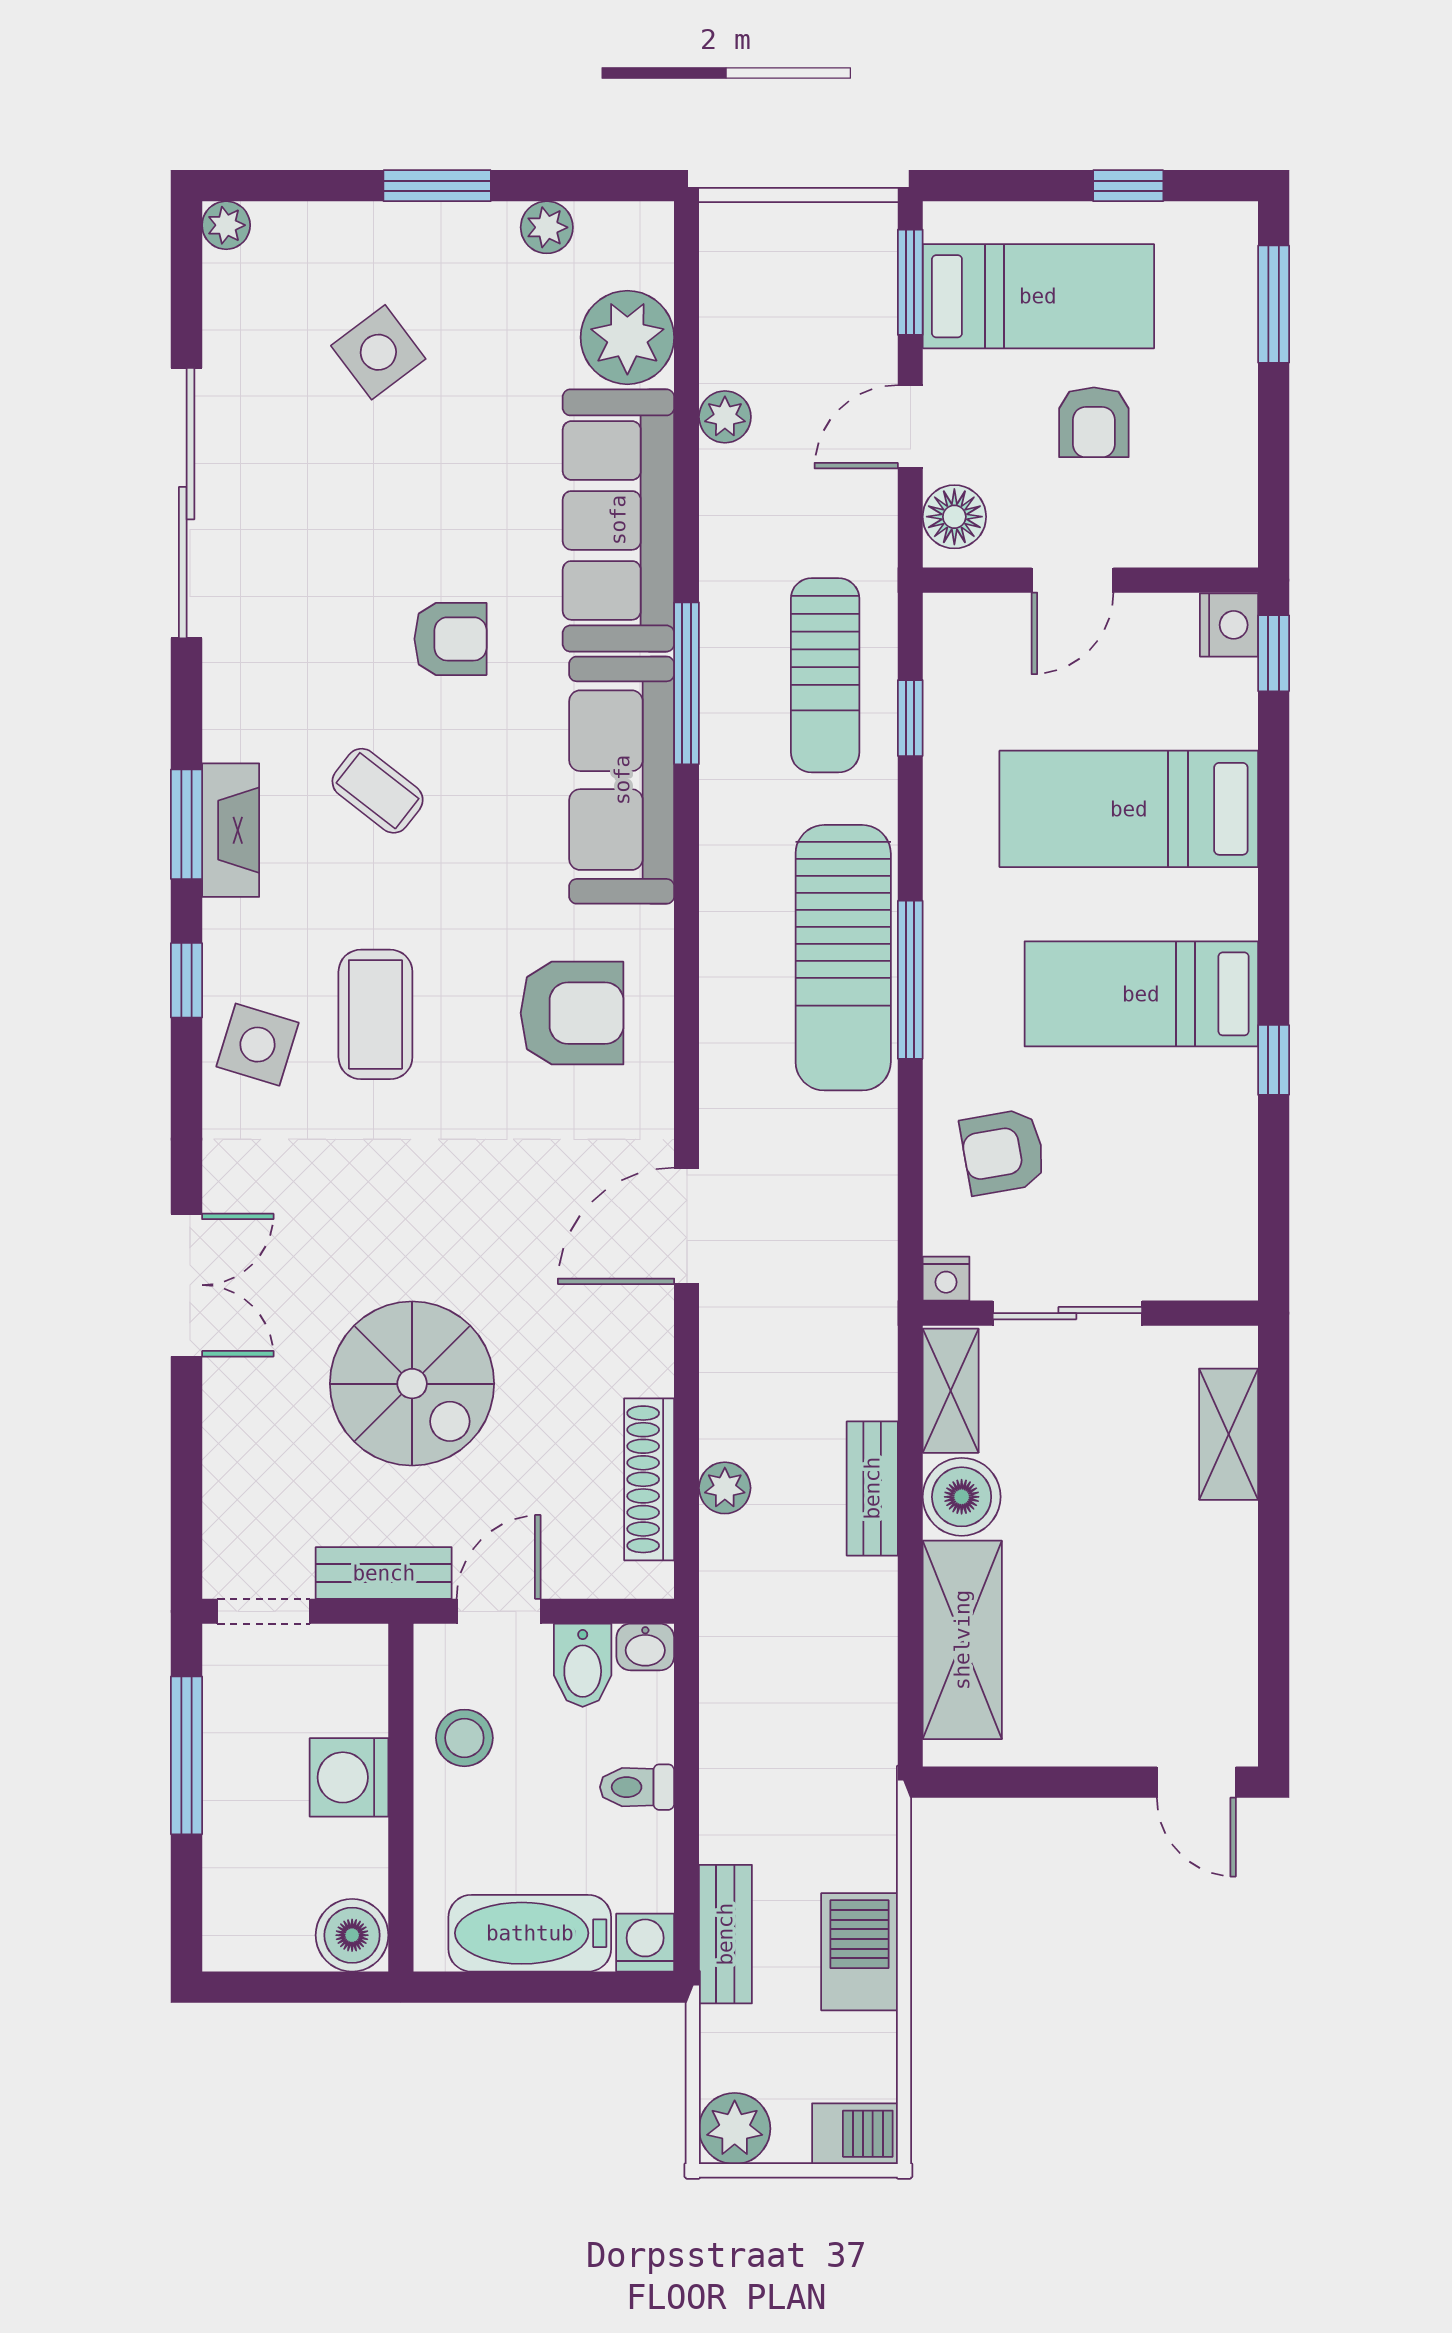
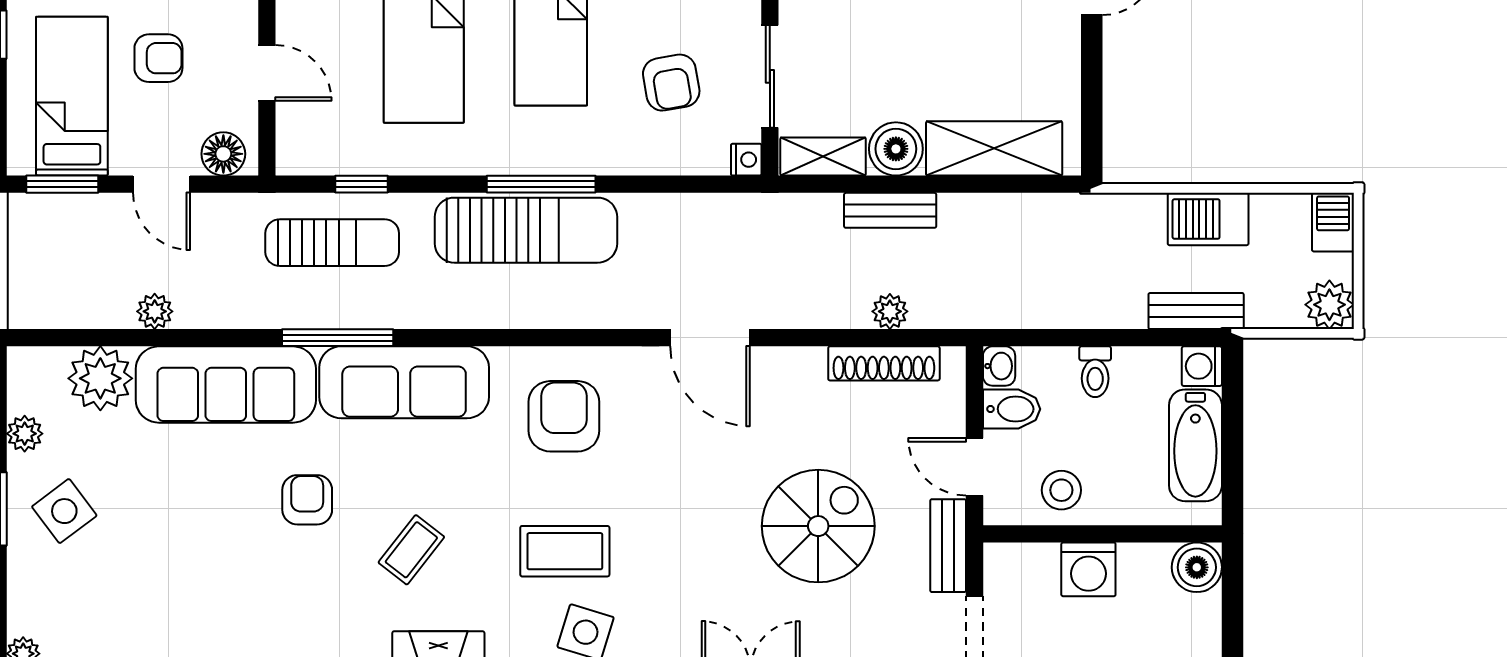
side table: (378, 352) -> (64, 511), moved
armchair: (1003, 1152) -> (671, 83), moved

